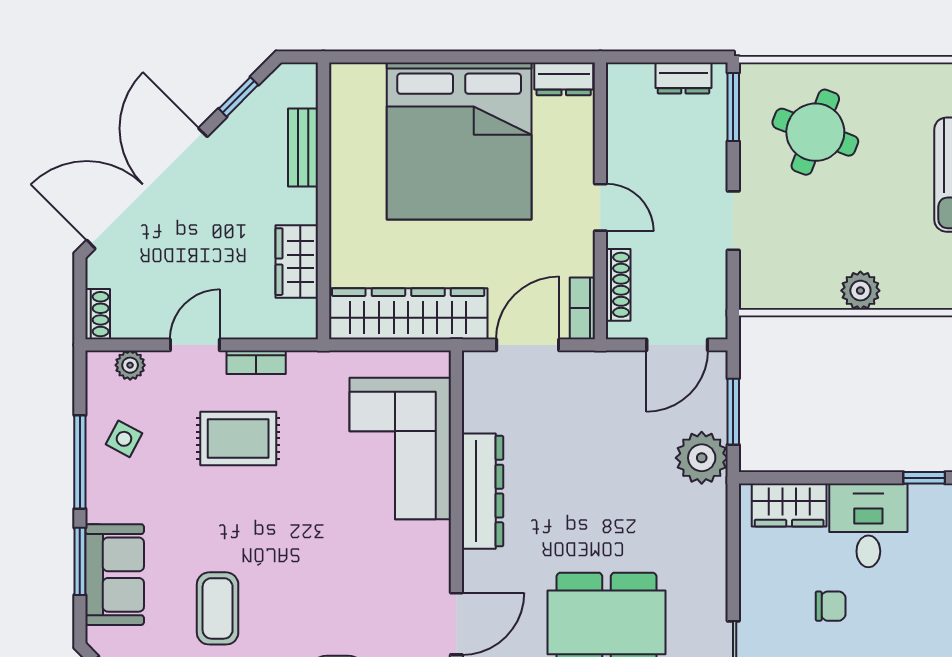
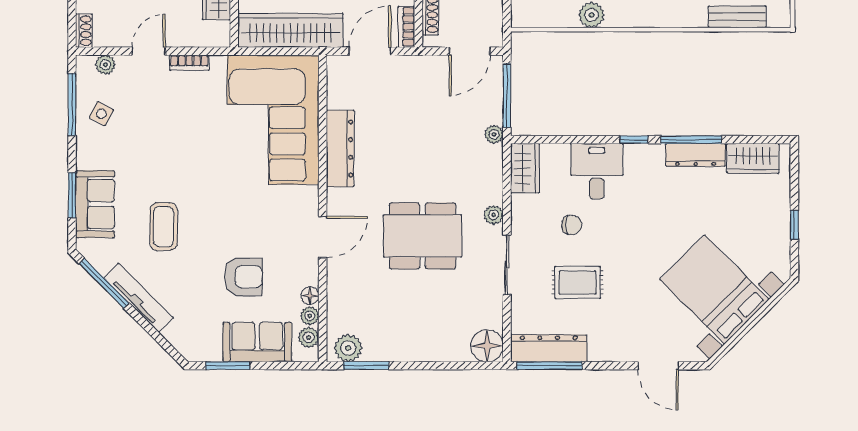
window: (733, 412) -> (507, 96), width x1.44
rug: (238, 438) -> (177, 113), removed
corner sofa: (400, 448) -> (273, 120), width x1.36, depth x1.36
plant: (702, 458) -> (494, 134), width x0.53, depth x0.53
window: (80, 462) -> (72, 105), moved
wardrobe: (789, 505) -> (525, 168), moved, turned -90
plant: (713, 591) -> (494, 215), added

